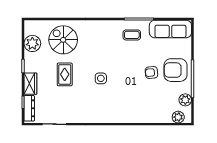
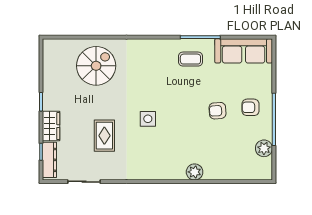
spiral stairs: (63, 40) -> (96, 66), turned 90
plant: (32, 43) -> (54, 71), removed
armchair: (175, 70) -> (251, 107), width x0.53, depth x0.53
rug: (65, 74) -> (104, 136), moved
plant: (178, 117) -> (195, 172), moved

